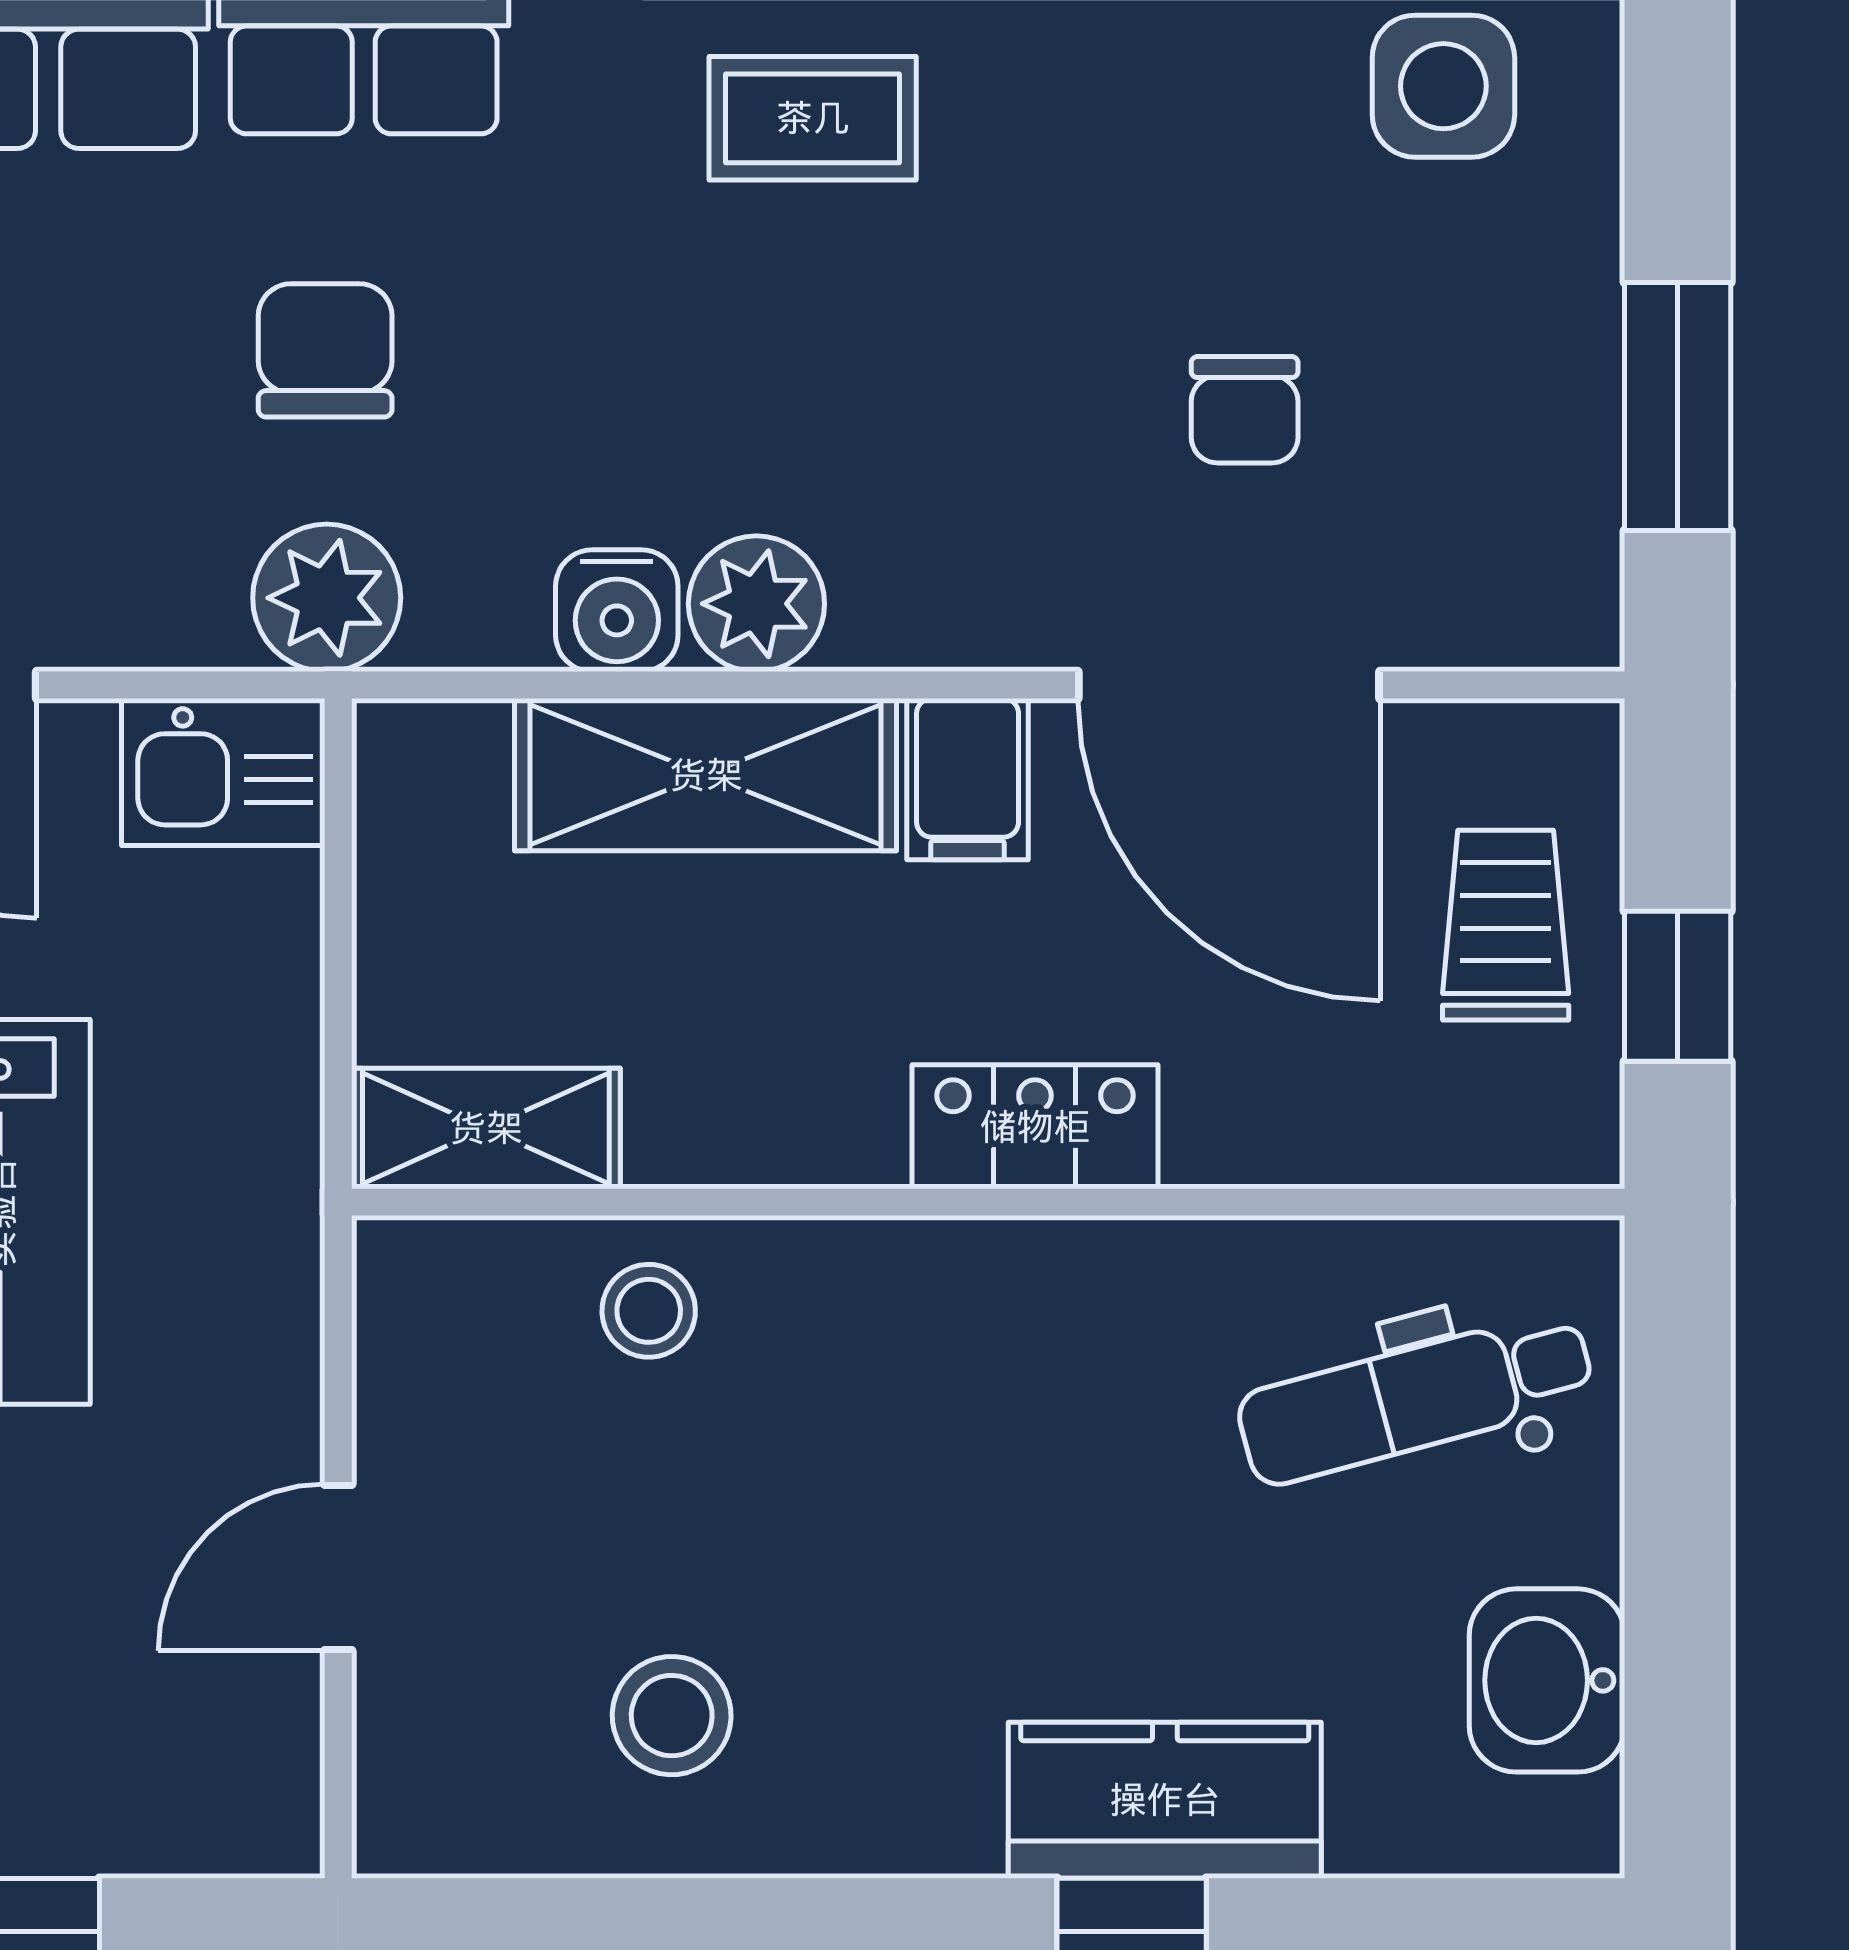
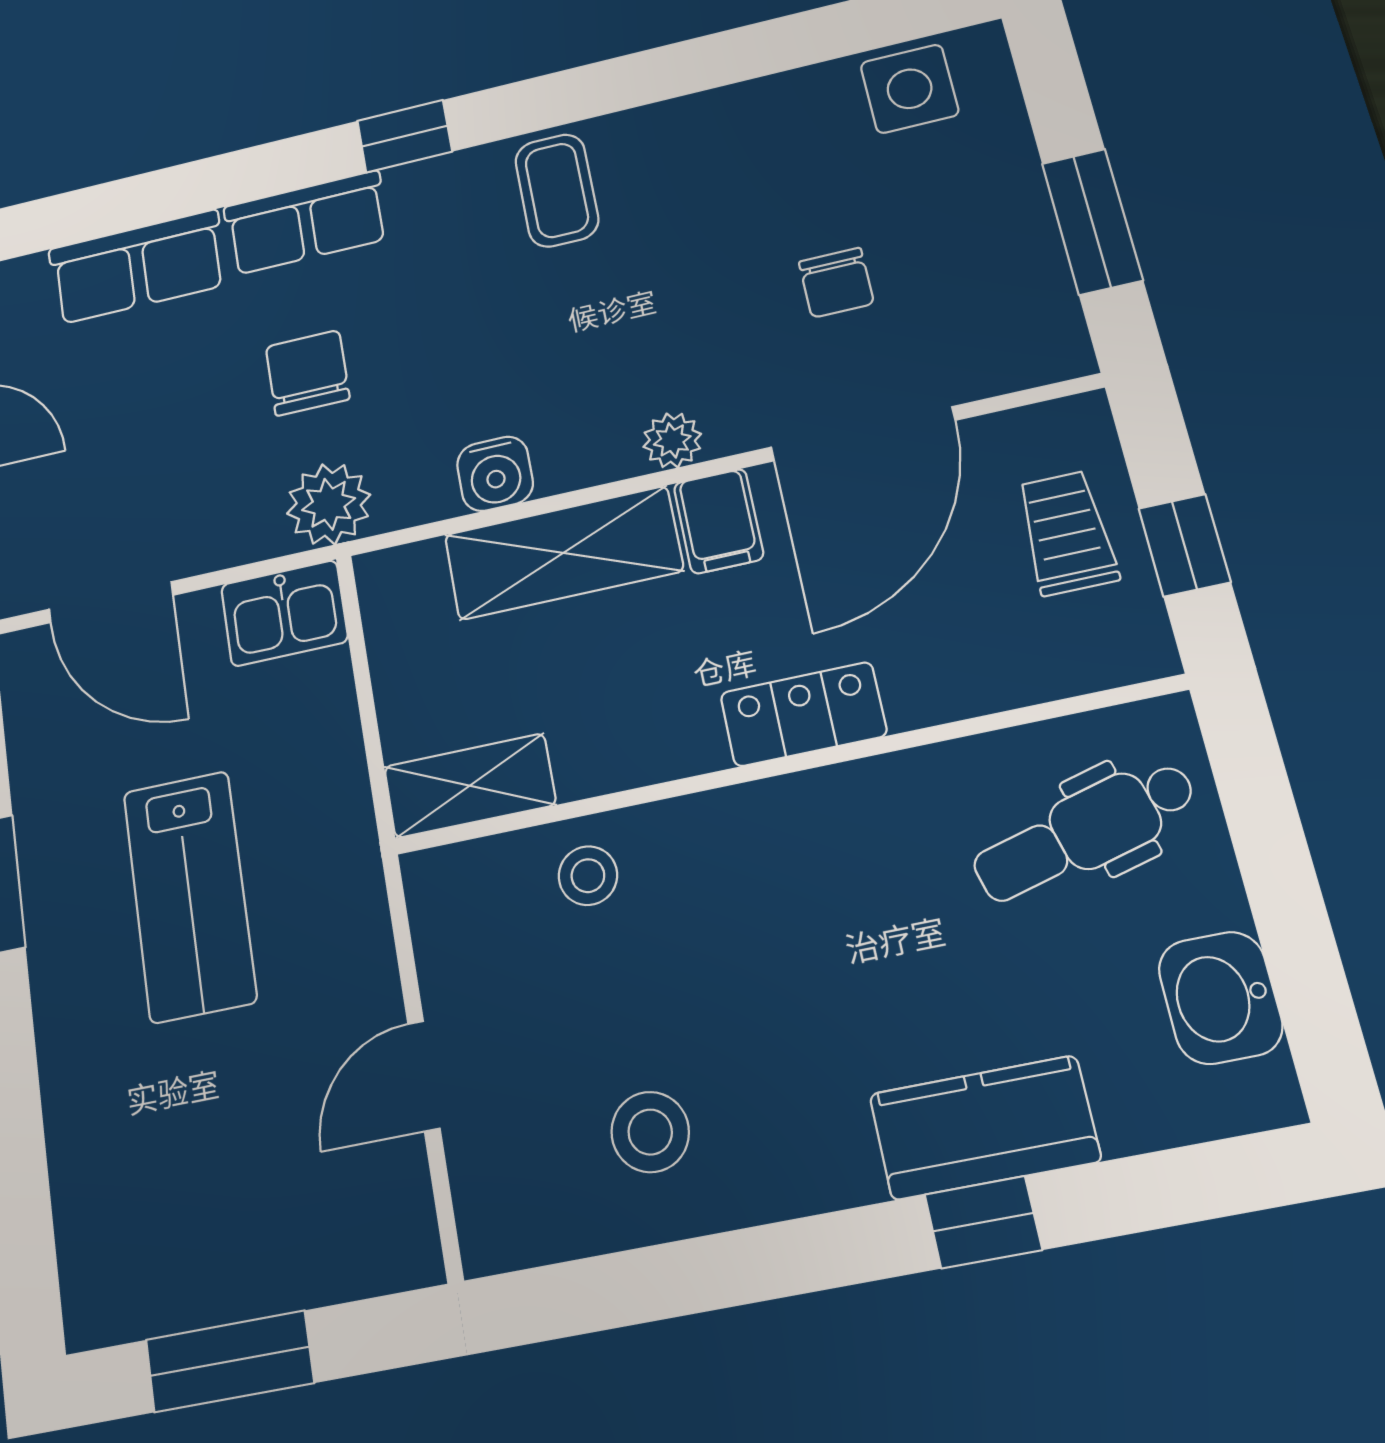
coffee table: (813, 118) -> (557, 190), turned 90
plant: (756, 604) -> (672, 440), moved, width x0.73, depth x0.73
door: (1229, 685) -> (863, 434), hinge flipped

